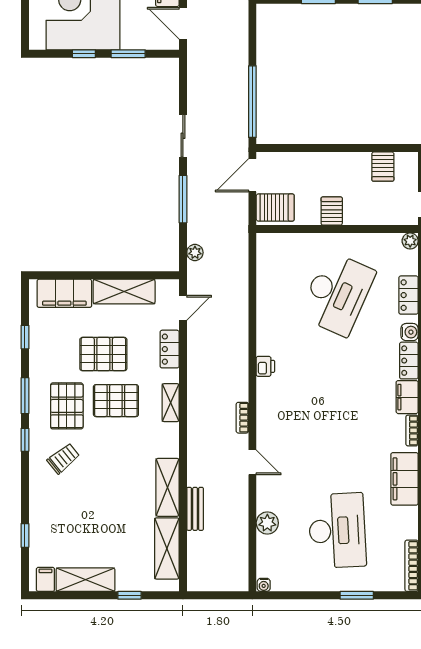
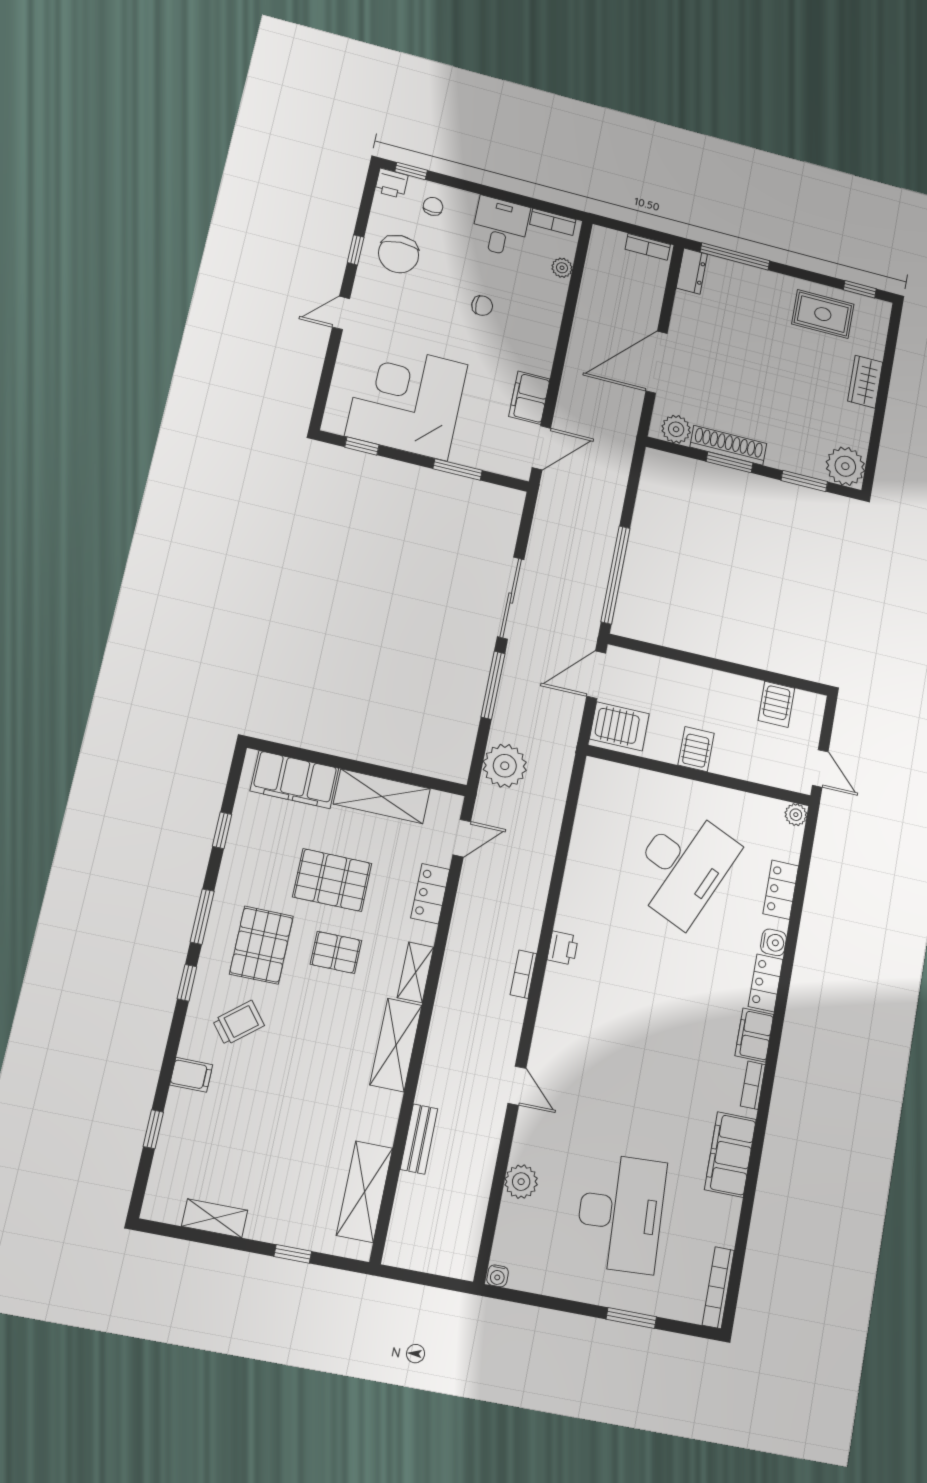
door: (183, 23) -> (541, 448), swing flipped
window: (84, 54) -> (362, 446), moved
sliding door: (183, 136) -> (511, 598), width x1.37
plant: (195, 253) -> (505, 766), width x1.88, depth x1.88
pallet: (116, 401) -> (336, 952), width x0.67, depth x0.71
bookcase: (242, 418) -> (523, 974), moved
shelving: (168, 487) -> (396, 1045), moved
filing cabinet: (45, 579) -> (191, 1075), moved, turned 90
shelving: (85, 580) -> (215, 1218), width x0.67, depth x0.75

